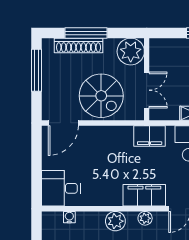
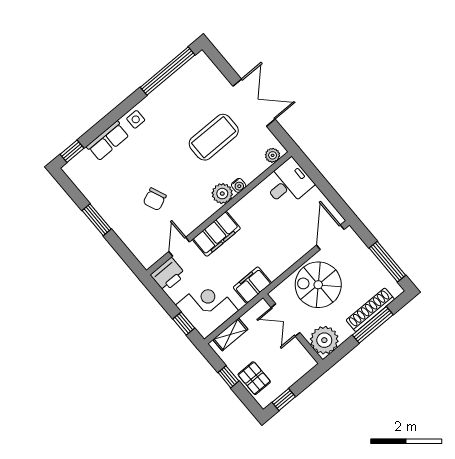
water cooler: (69, 217) -> (239, 185), moved
plant: (145, 218) -> (273, 155), moved

